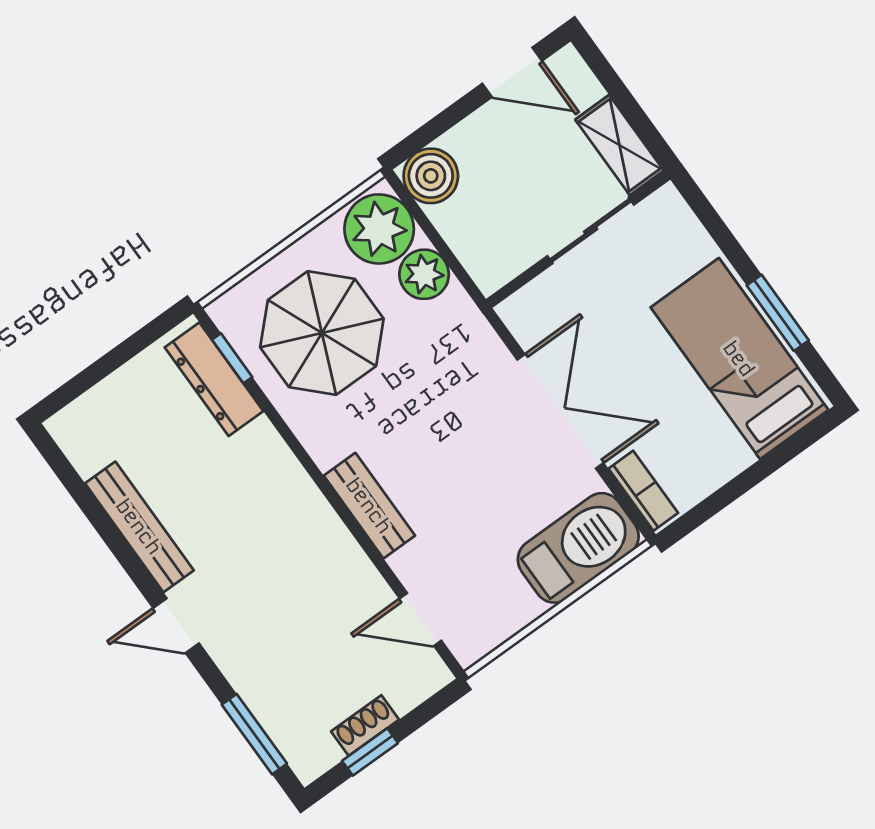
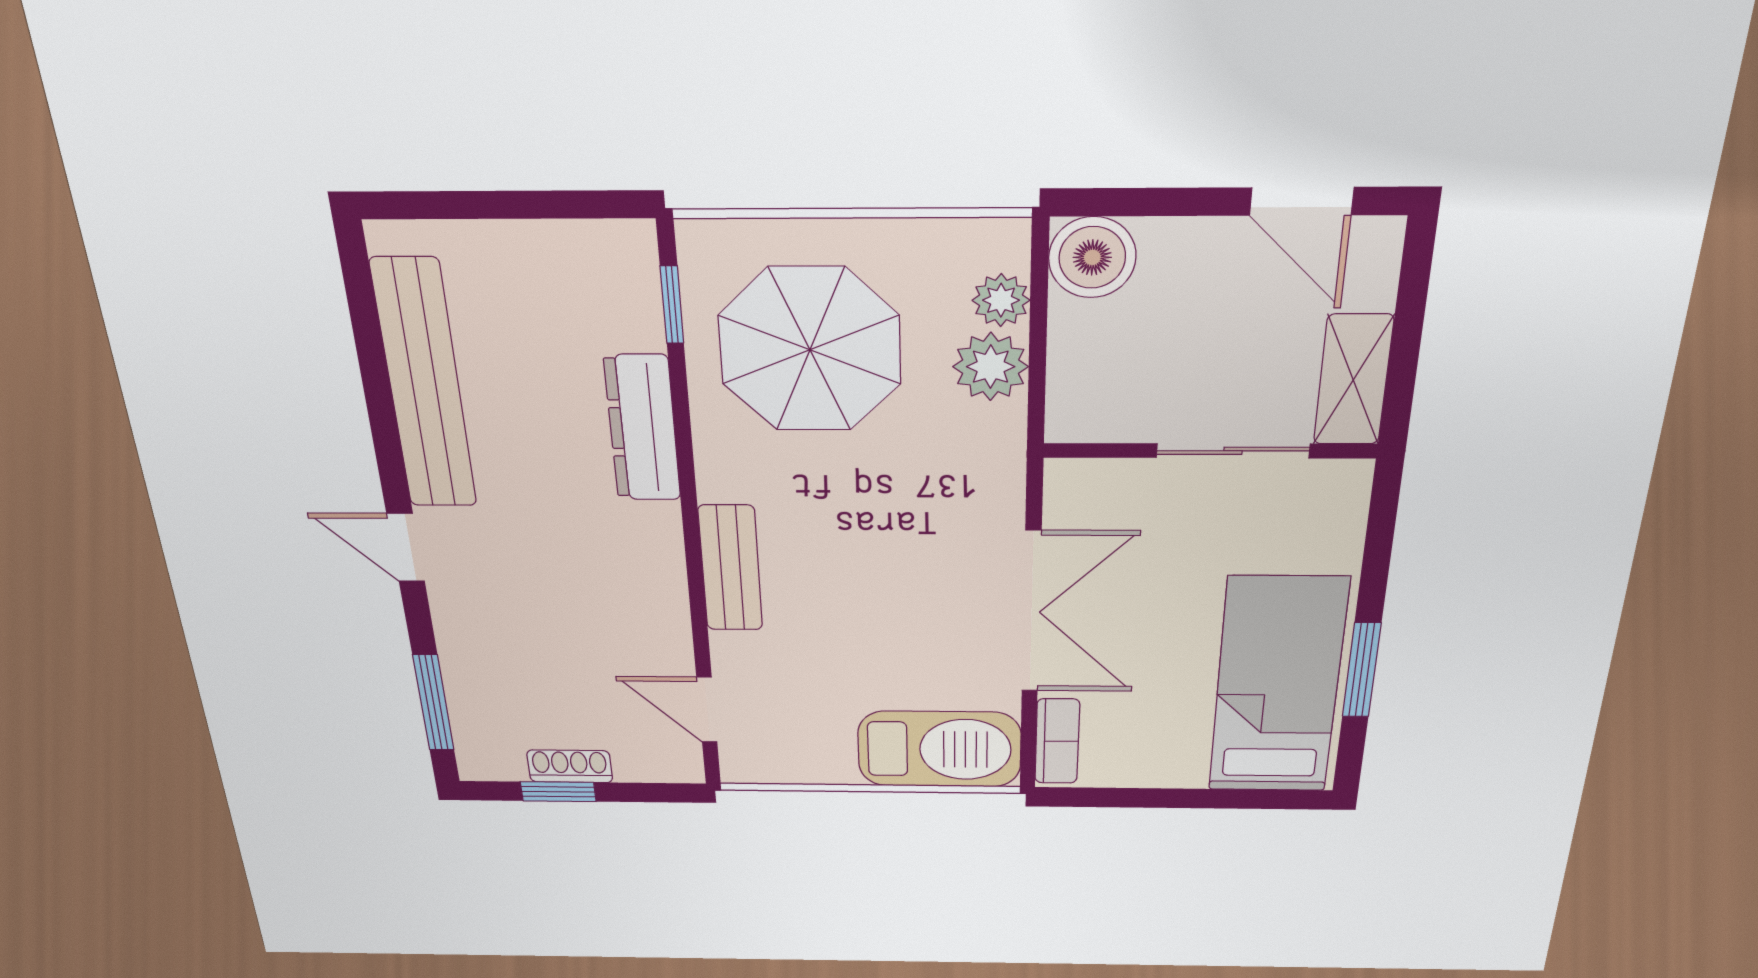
plant: (379, 229) -> (1001, 300), width x0.53, depth x0.53
dresser: (214, 379) -> (643, 428), moved
bench: (139, 527) -> (424, 385), width x1.37, depth x1.21

